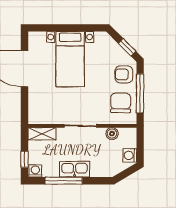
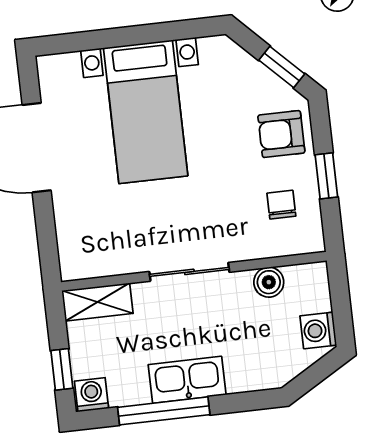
window: (140, 93) -> (326, 176), width x0.46
chair: (121, 103) -> (281, 205), width x0.54, depth x0.54

